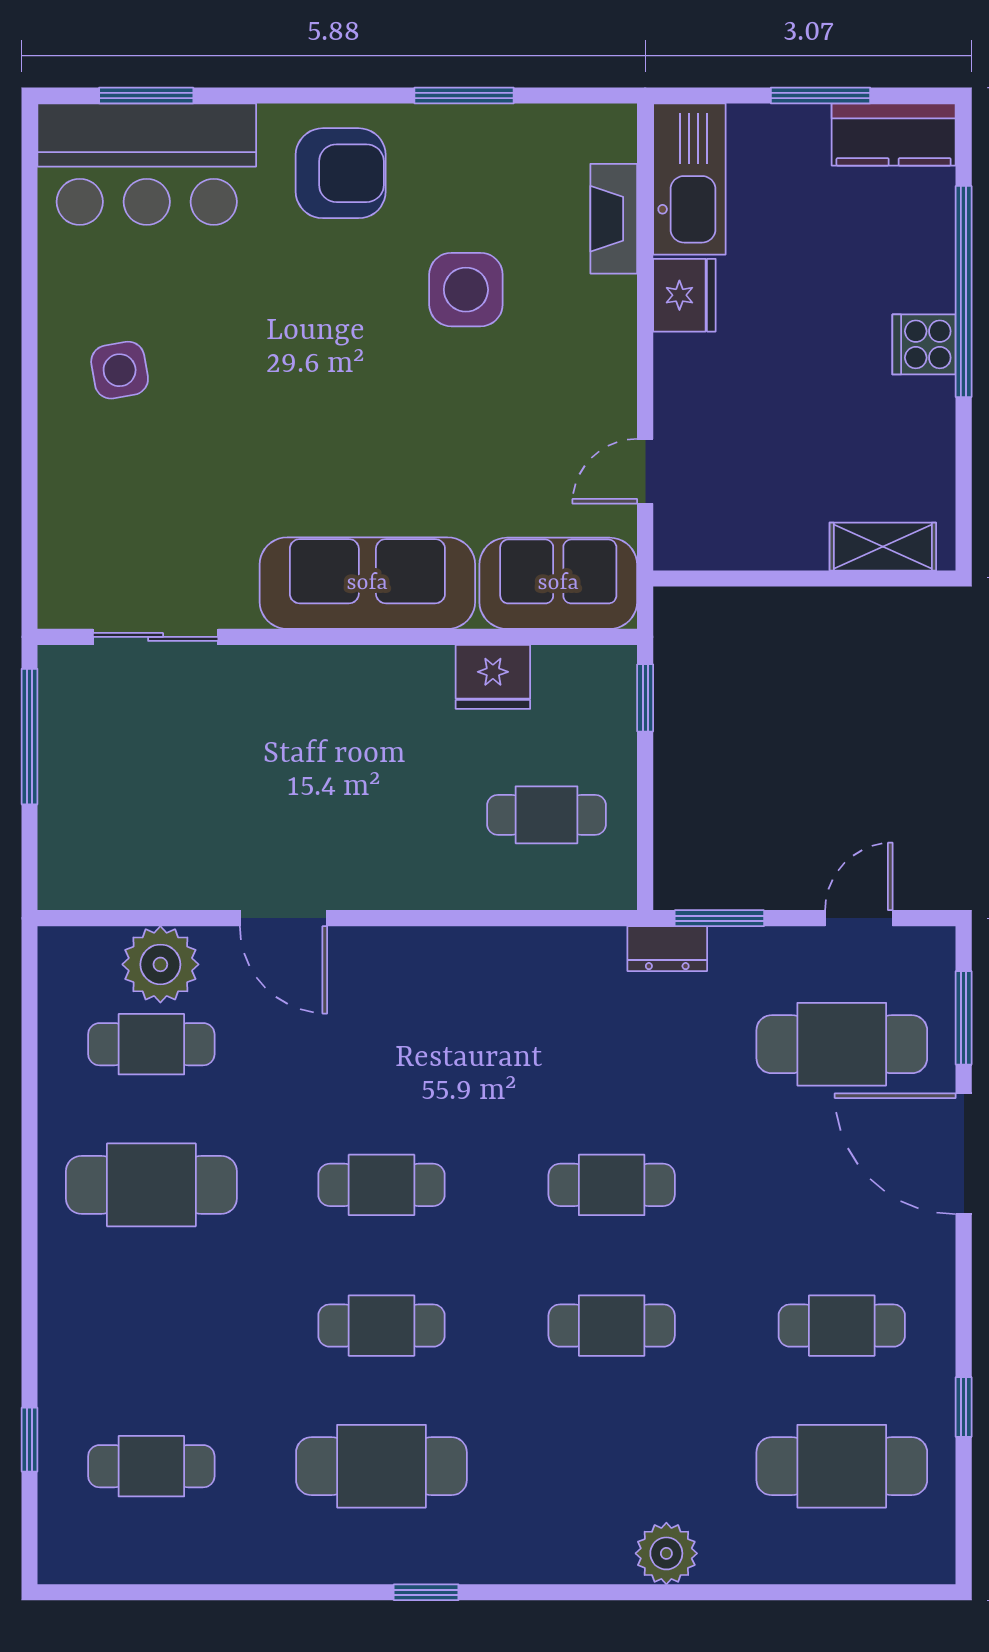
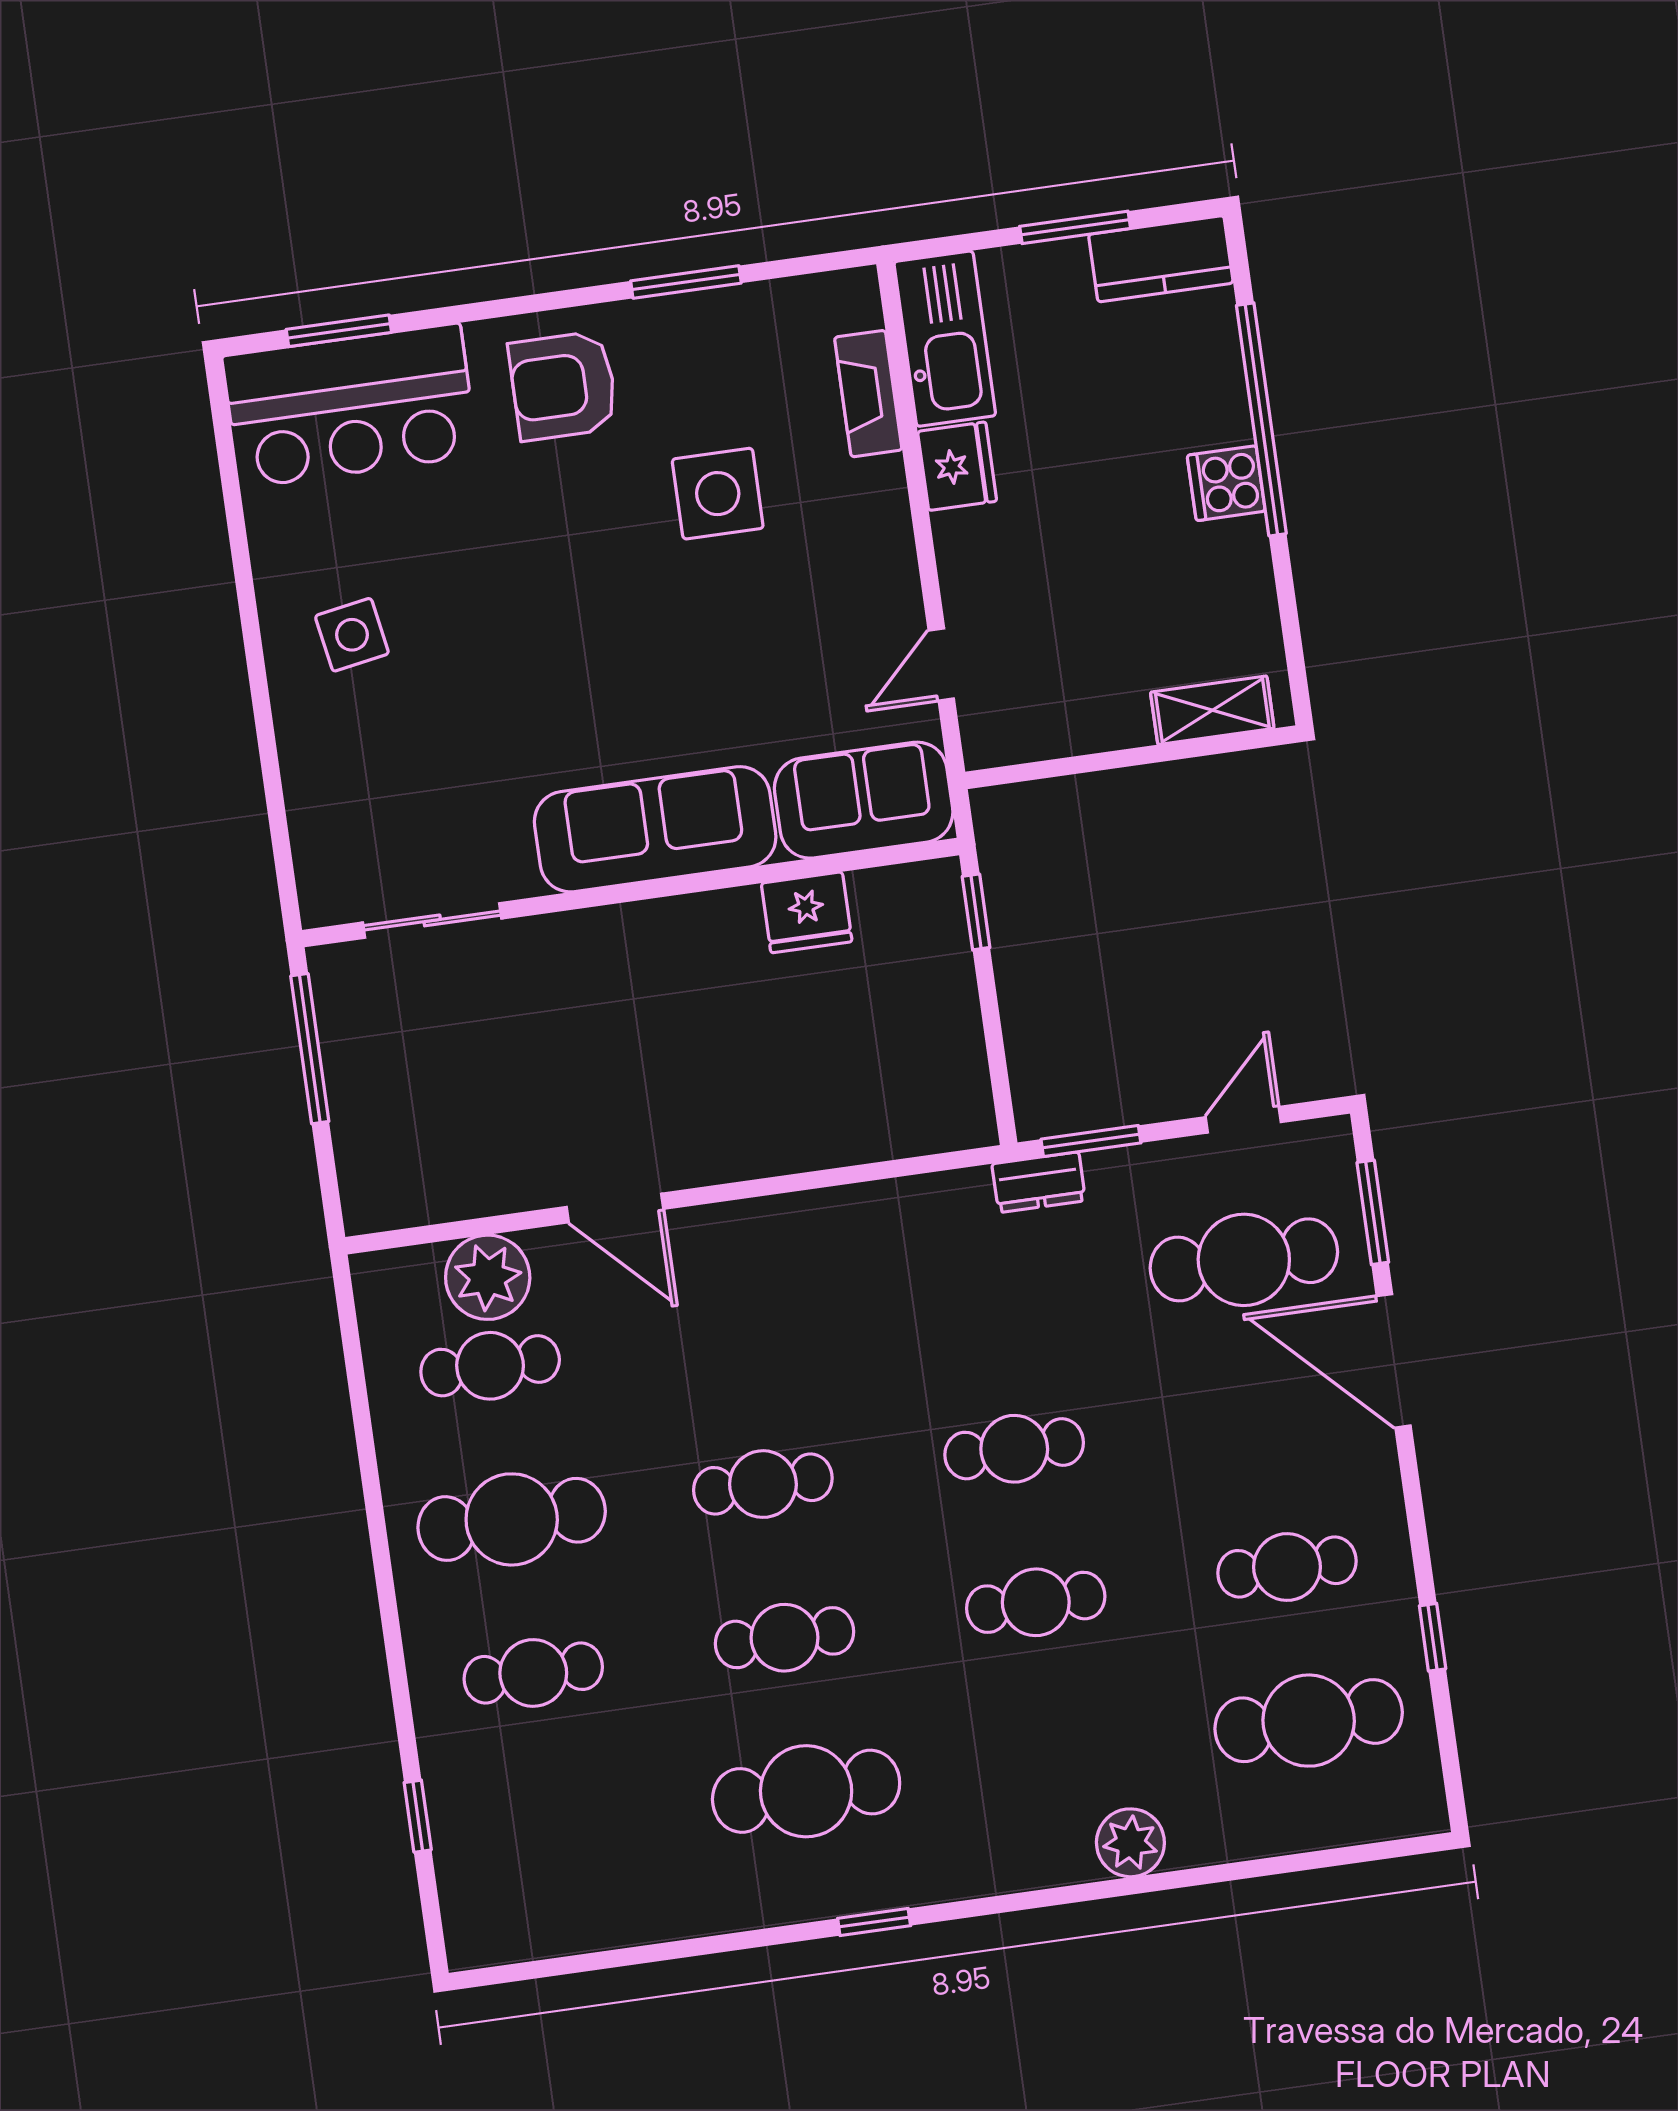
armchair: (341, 173) -> (563, 386), turned 180
cafe table: (547, 815) -> (886, 1055), removed
cafe table: (151, 1466) -> (533, 1673), moved

